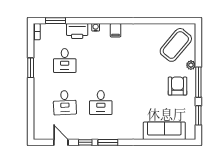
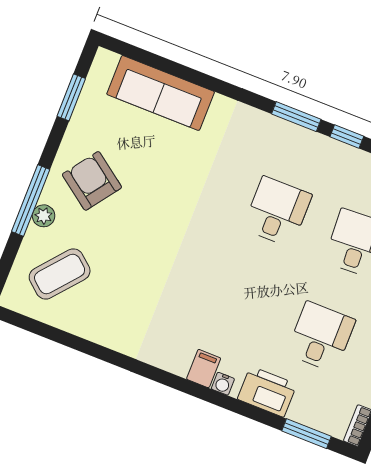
filing cabinet: (116, 30) -> (204, 369), moved
coffee table: (176, 45) -> (60, 274), width x0.73, depth x0.76
window: (198, 82) -> (31, 200), moved
armchair: (177, 86) -> (92, 181), turned 126

